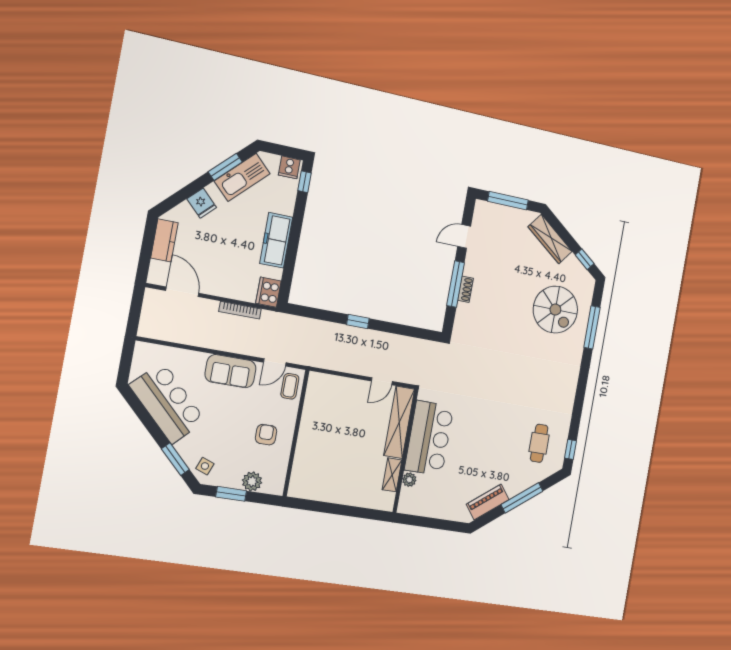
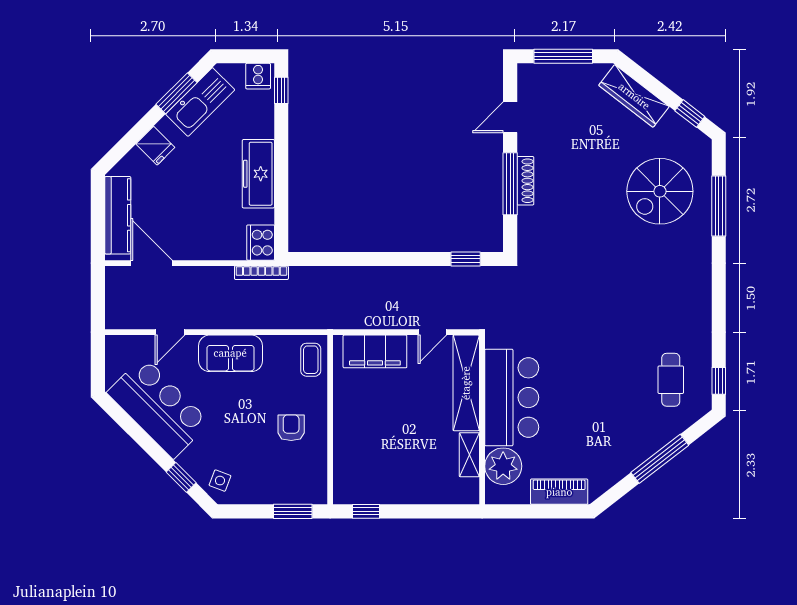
kitchen counter: (164, 240) -> (118, 215), width x1.50
shoe rack: (465, 289) -> (525, 181), width x1.43
bookcase: (240, 310) -> (261, 273), moved
spiral stairs: (555, 310) -> (660, 191), turned 90
window: (358, 322) -> (466, 259), moved
door: (275, 362) -> (170, 332), moved
filing cabinet: (338, 388) -> (375, 351), added
window: (175, 459) -> (181, 477), width x0.67
plant: (409, 480) -> (503, 466), width x1.88, depth x1.88
plant: (252, 481) -> (284, 491), removed
window: (231, 494) -> (293, 511), moved
piano: (488, 502) -> (559, 492), moved, turned 38
window: (310, 505) -> (366, 511), added

